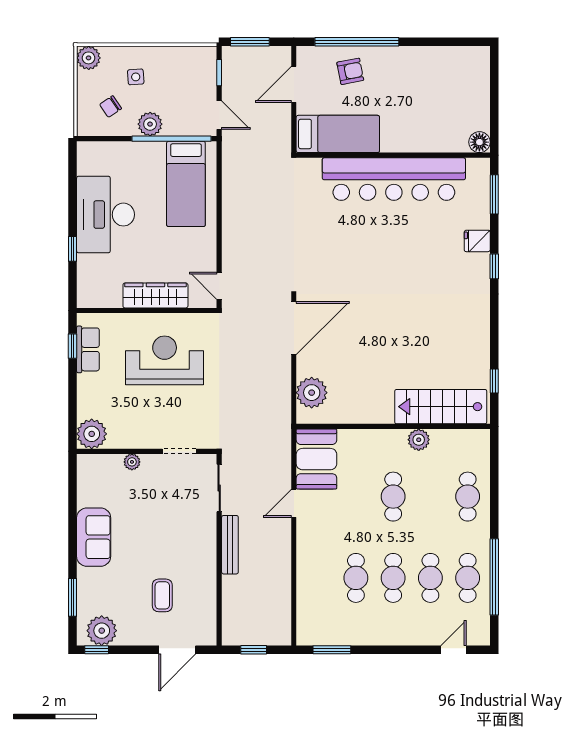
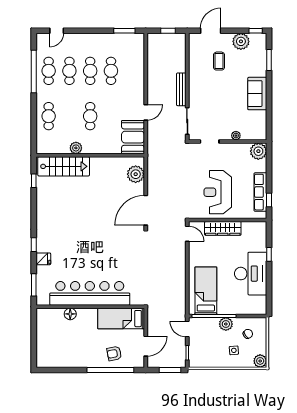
floor lamp: (479, 142) -> (70, 314), moved
row of seats: (88, 349) -> (260, 192), width x1.48
reception desk: (165, 360) -> (218, 192), turned 90
plant: (102, 631) -> (241, 41), moved

